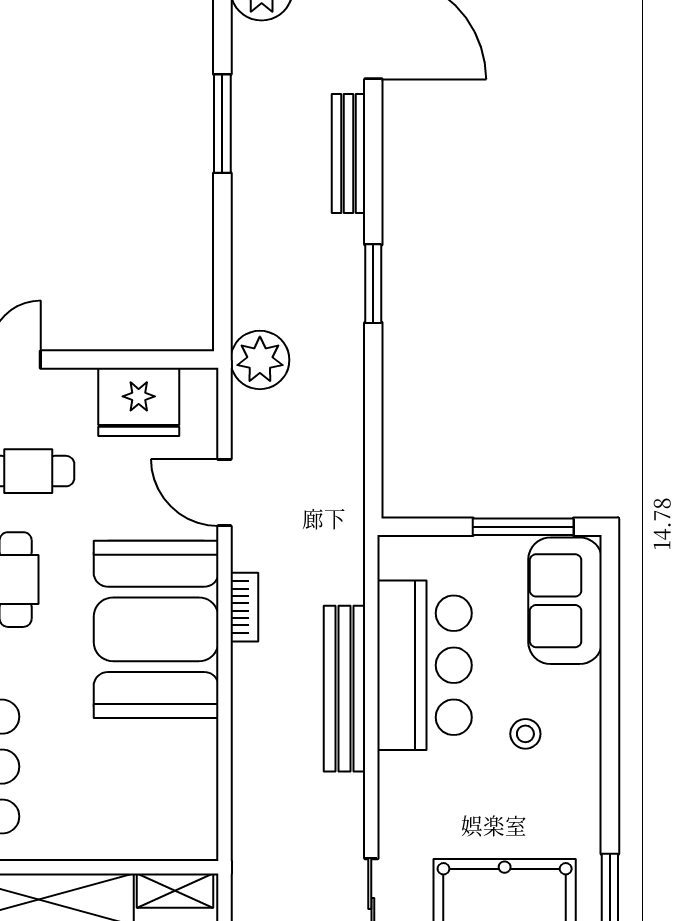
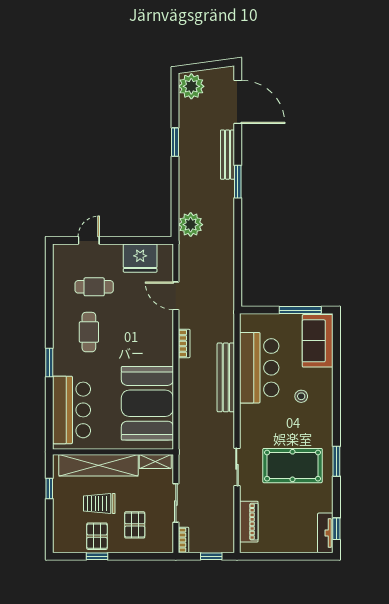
window: (222, 124) -> (175, 142), width x0.69
window: (373, 284) -> (238, 182), moved
plant: (260, 360) -> (191, 225), moved
booth: (156, 629) -> (147, 403), moved

